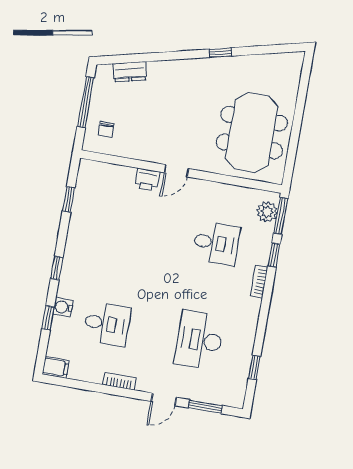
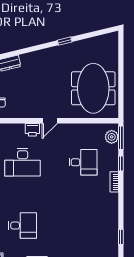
desk: (199, 340) -> (23, 162), moved, turned -90

